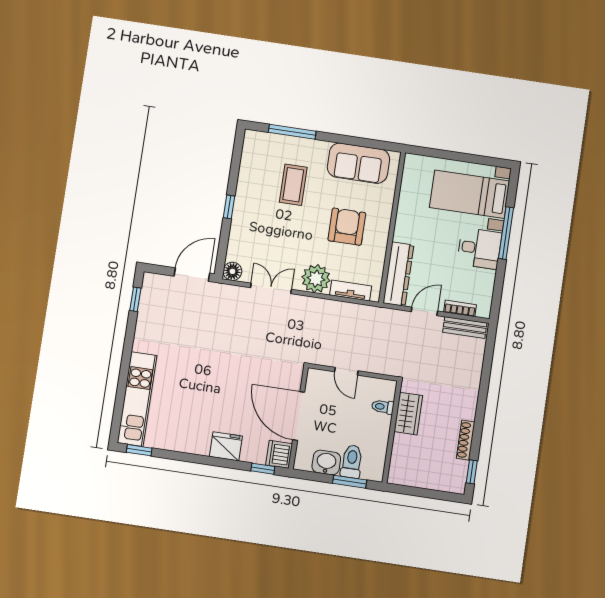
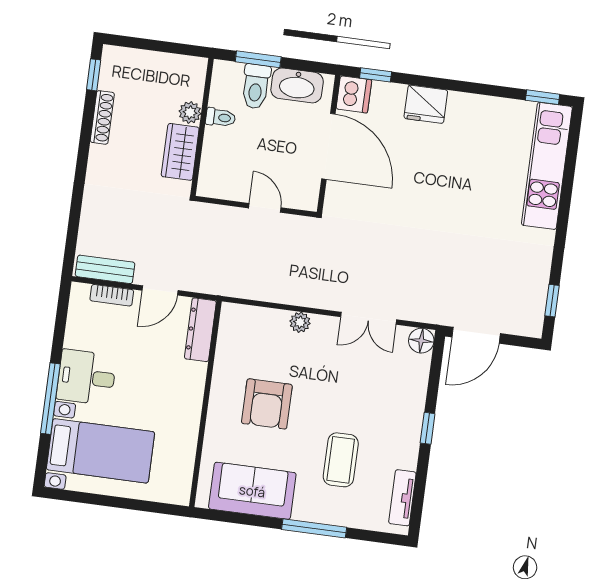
window: (292, 132) -> (314, 528), moved
dresser: (398, 274) -> (200, 330), width x0.73, depth x0.80
plant: (316, 279) -> (300, 322), width x0.53, depth x0.53
tv unit: (351, 291) -> (402, 498), moved, turned 90
toilet: (383, 407) -> (221, 118), moved
plant: (401, 443) -> (190, 112), added
washbasin: (326, 462) -> (297, 85), width x1.38

